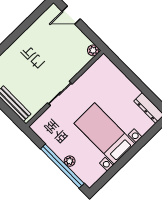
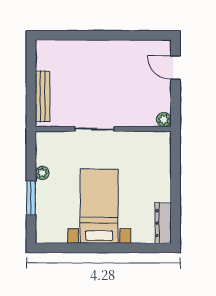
plant: (70, 161) -> (42, 173), moved
window: (62, 166) -> (31, 198), width x0.47

